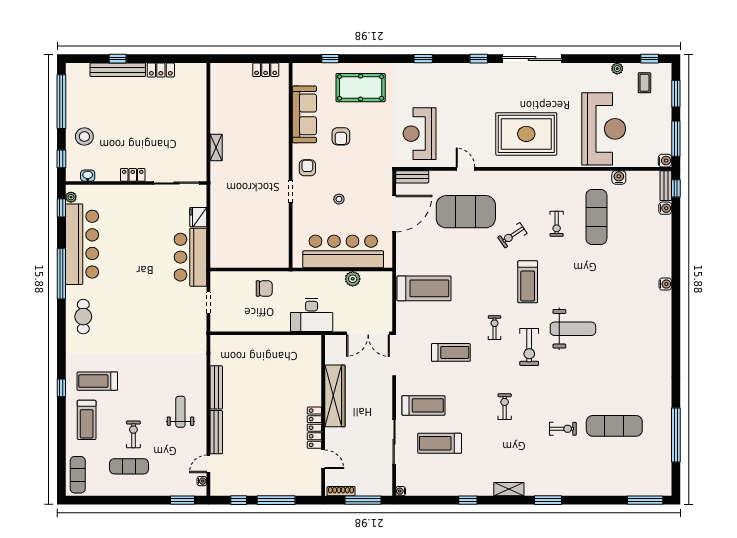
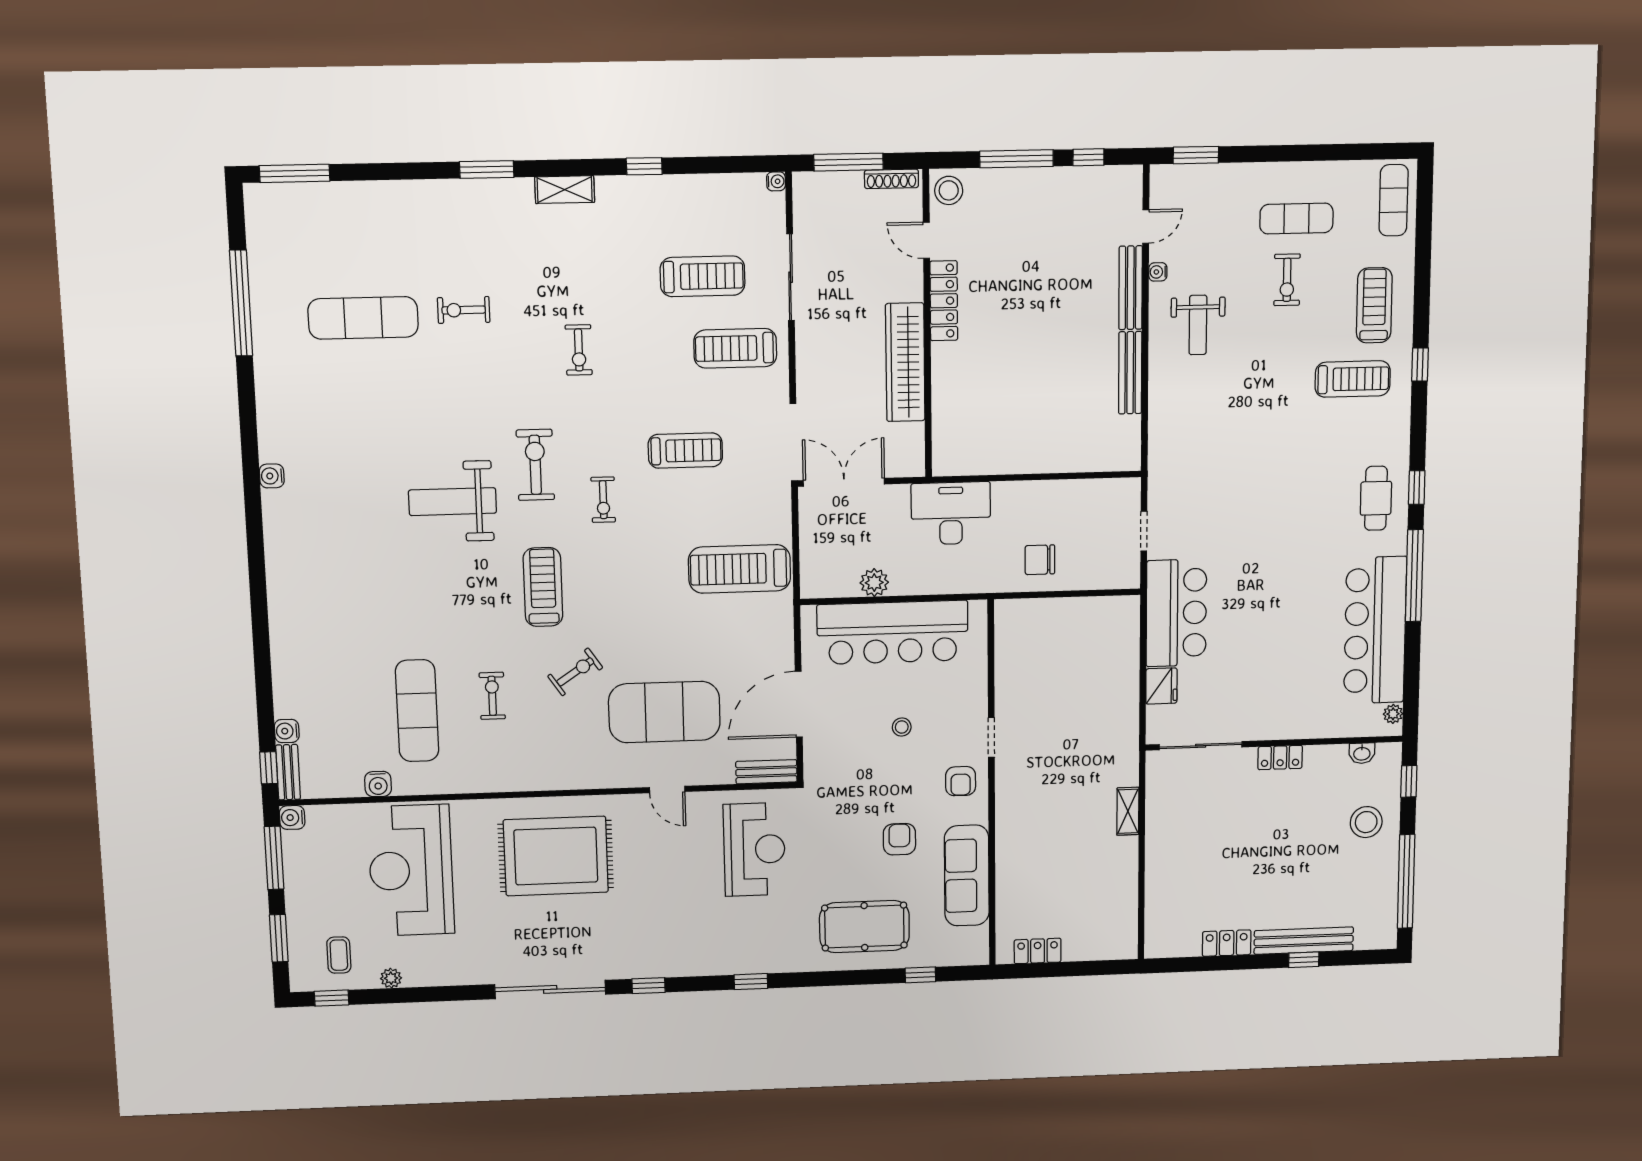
window: (61, 208) -> (1417, 488), moved
water cooler: (665, 284) -> (272, 476), moved
treadmill: (451, 352) -> (685, 451), turned 180
water cooler: (202, 481) -> (1158, 272), moved
stool: (311, 485) -> (949, 190), added

